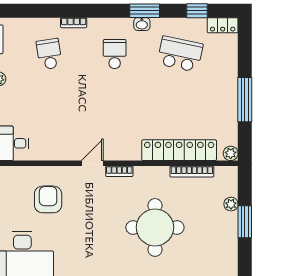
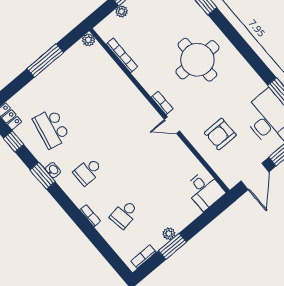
locker: (179, 150) -> (115, 75), removed
round table: (155, 227) -> (197, 60), moved

